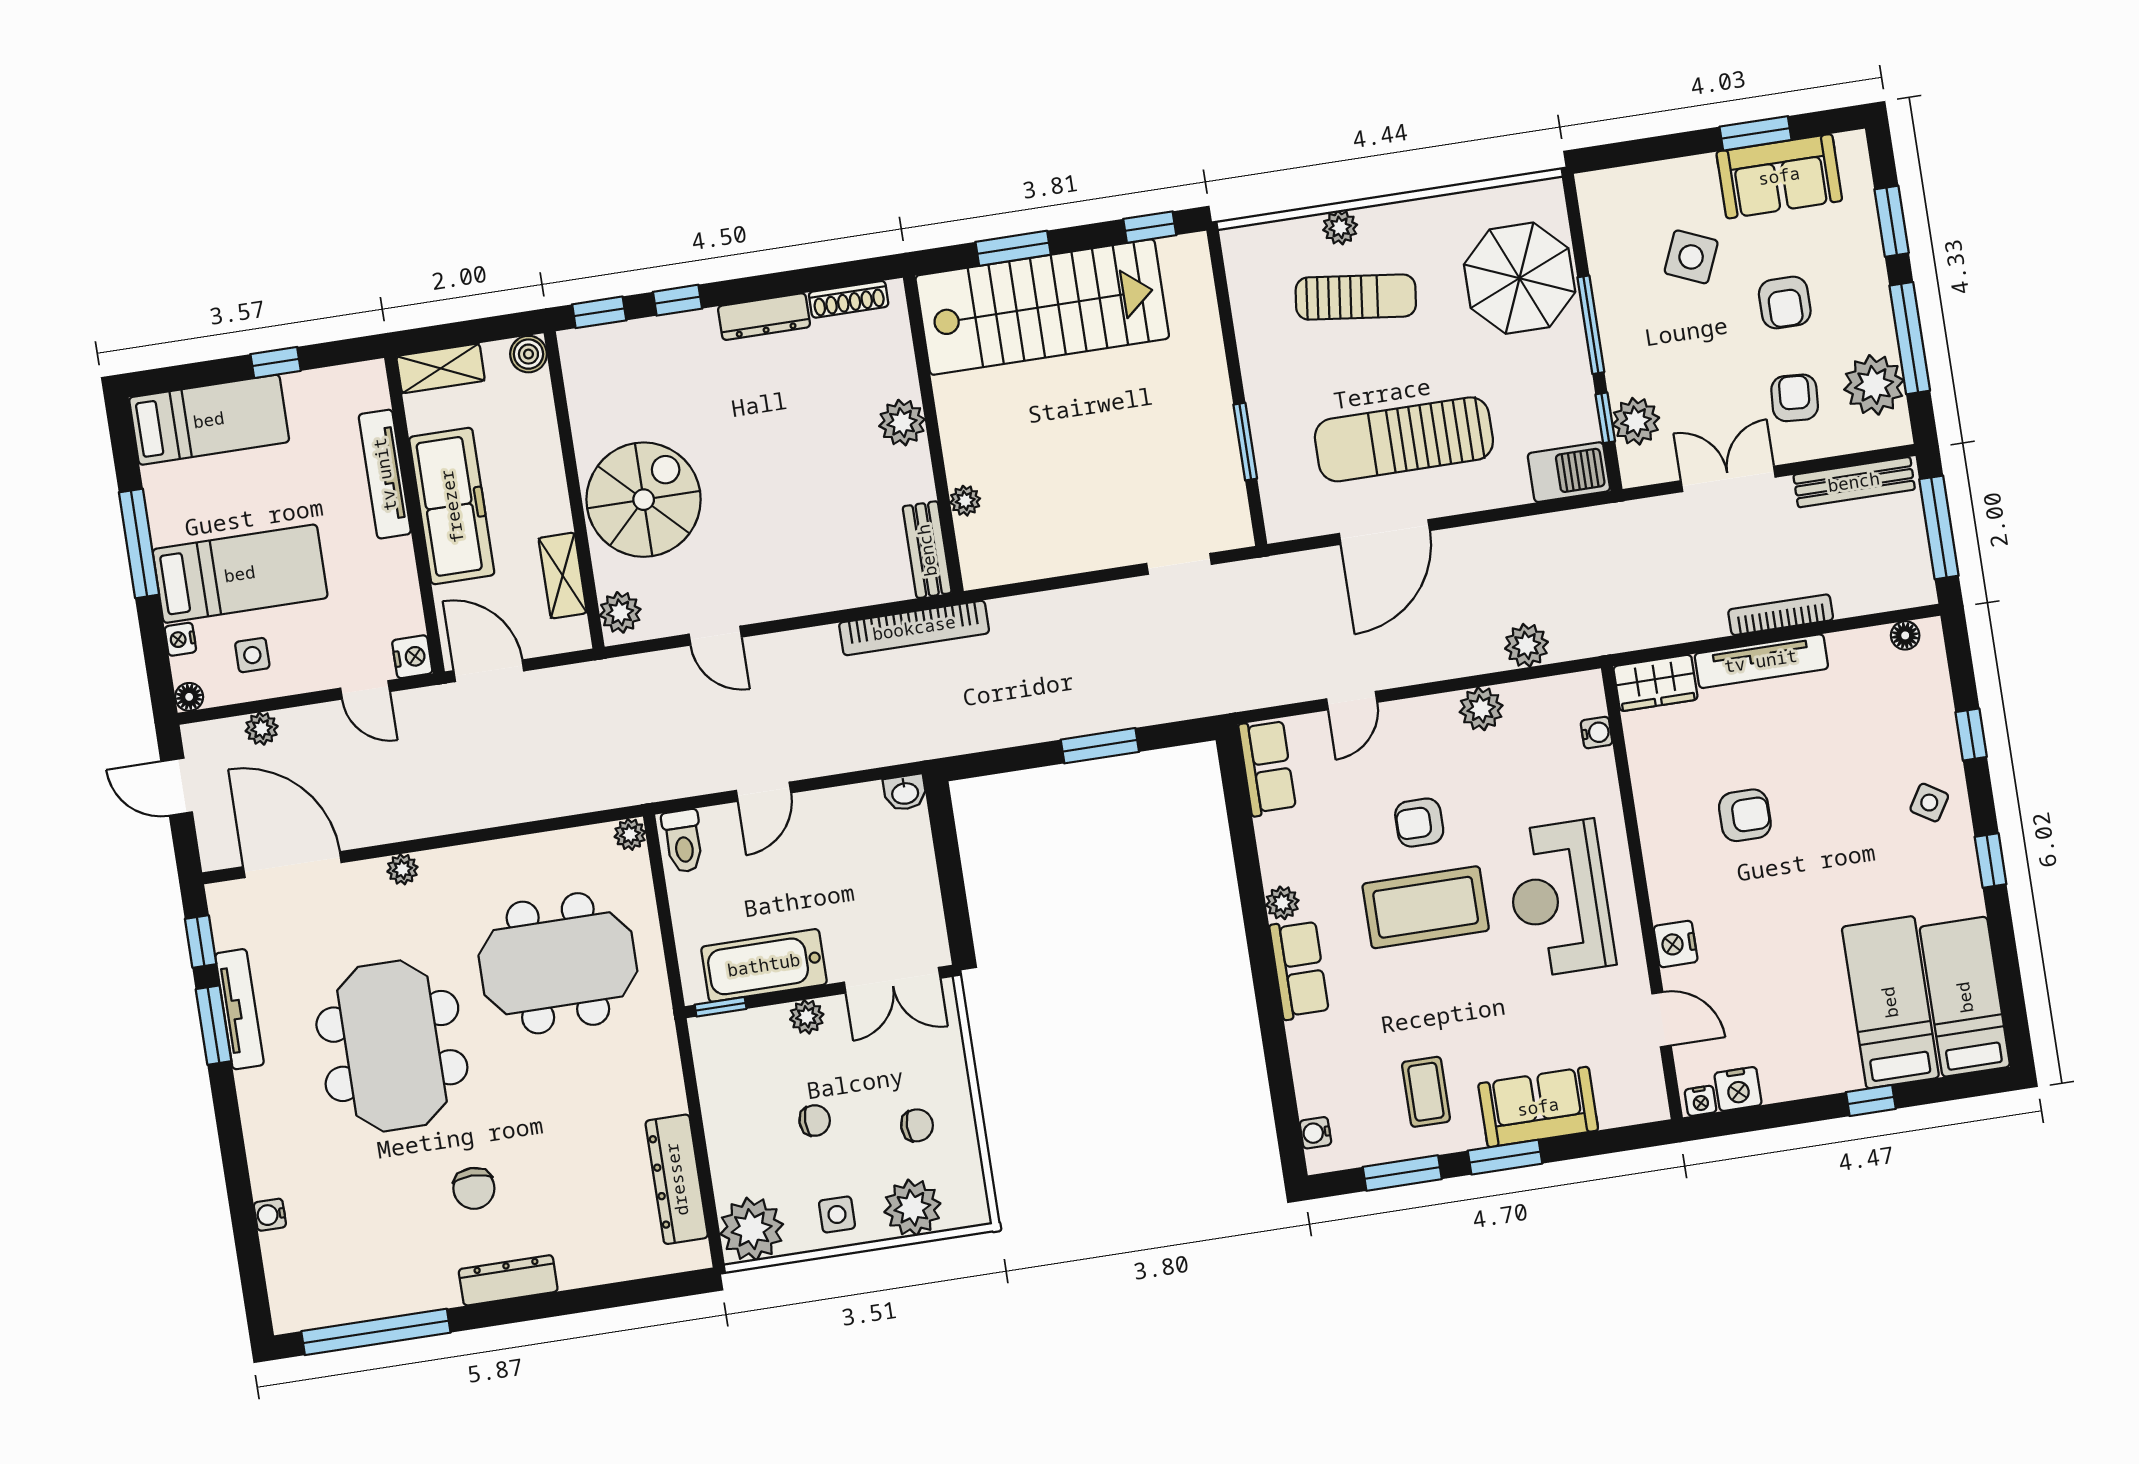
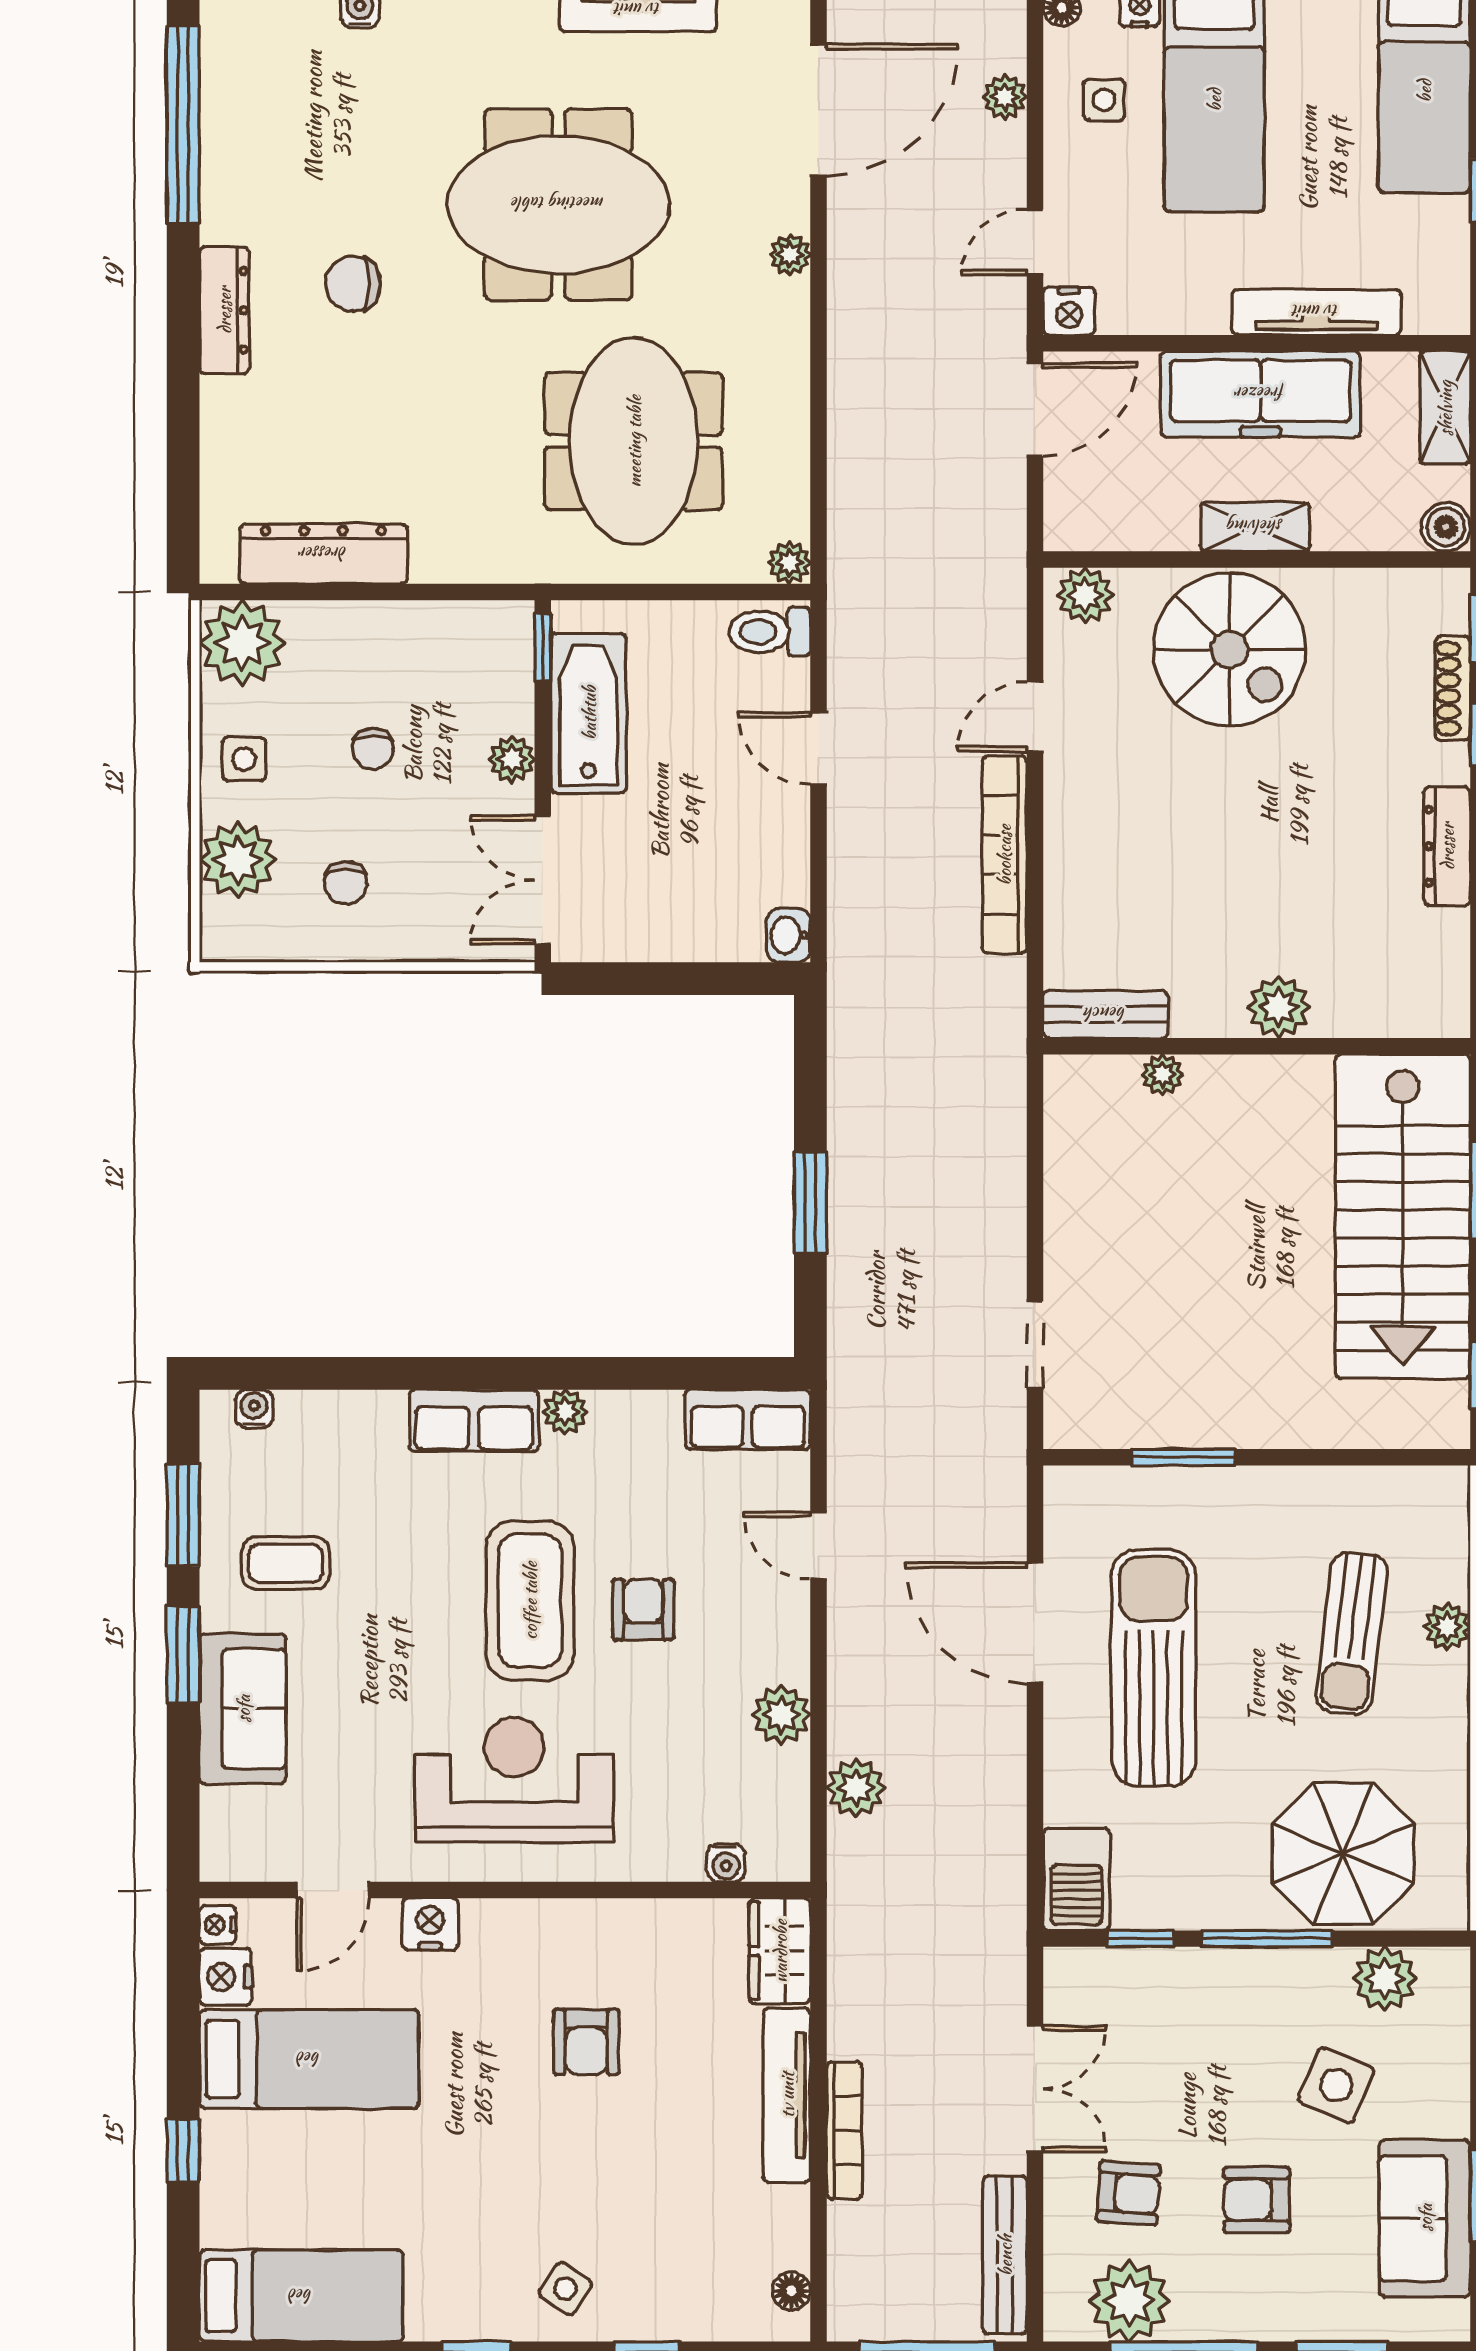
shoe rack: (849, 299) -> (1453, 688), moved
plant: (1636, 421) -> (1385, 1978), moved
shelving: (563, 576) -> (1255, 527), moved
bookcase: (914, 628) -> (1004, 855), moved
bed: (1890, 1002) -> (309, 2059), moved

